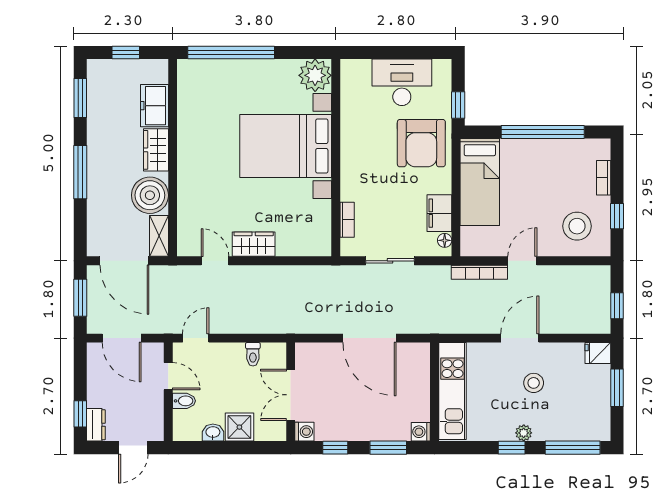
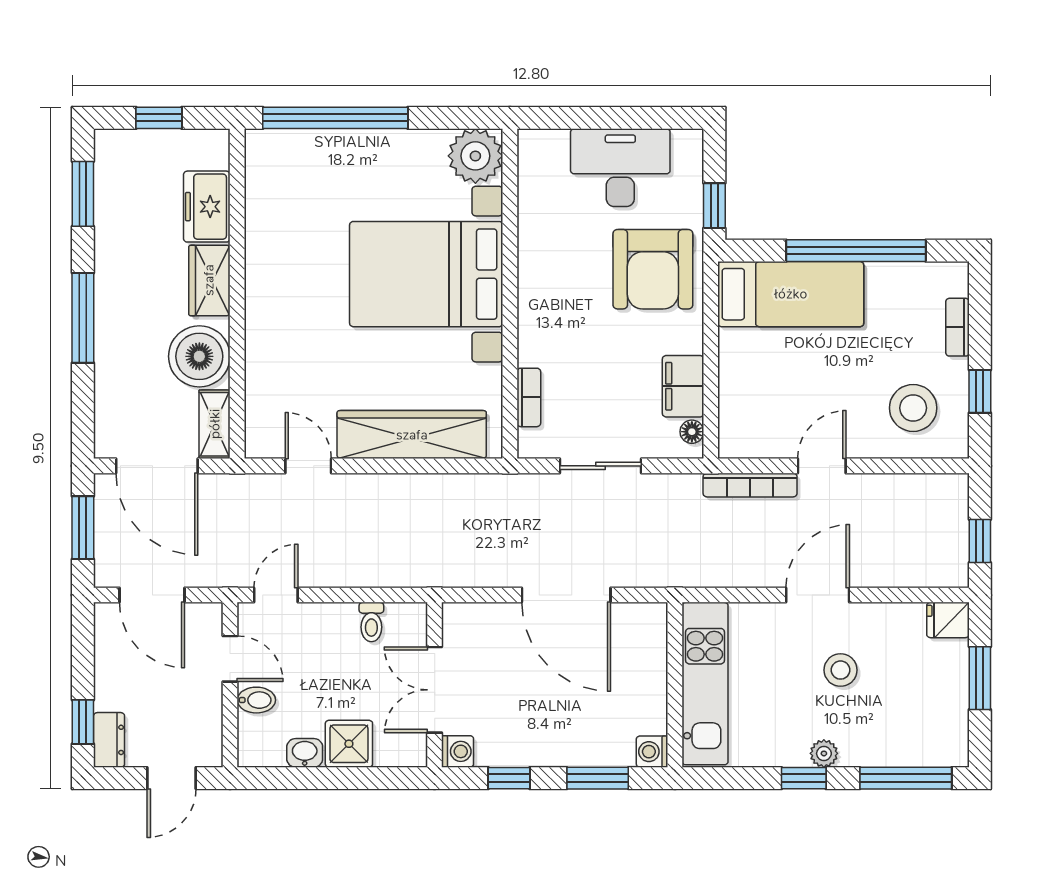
bed: (480, 182) -> (791, 294), moved, turned -90
wardrobe: (254, 244) -> (412, 435), width x2.10, depth x1.17

